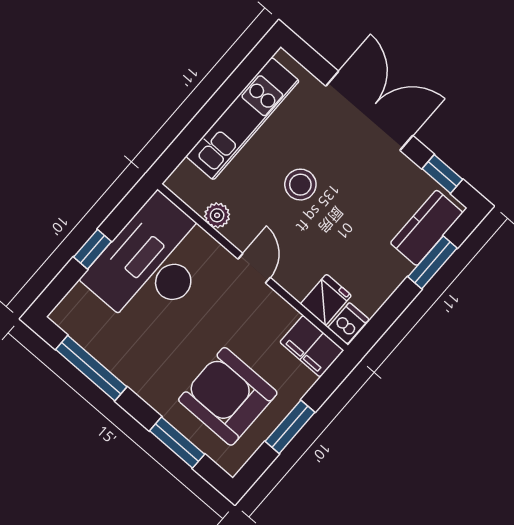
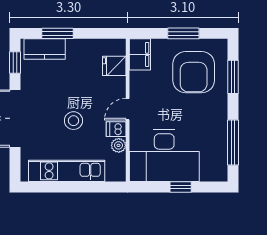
dishwasher: (348, 323) -> (116, 129), moved

